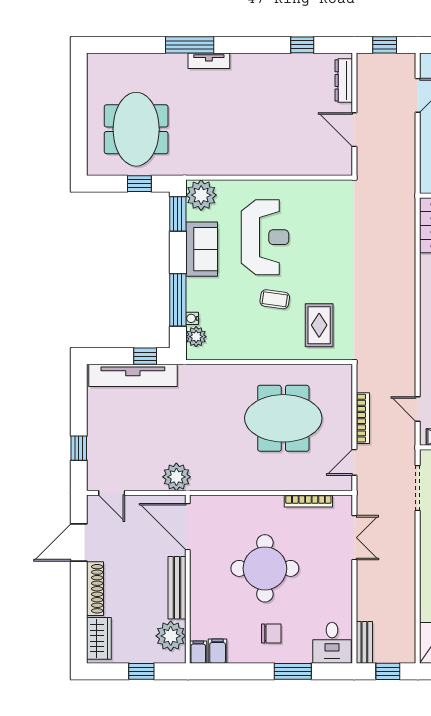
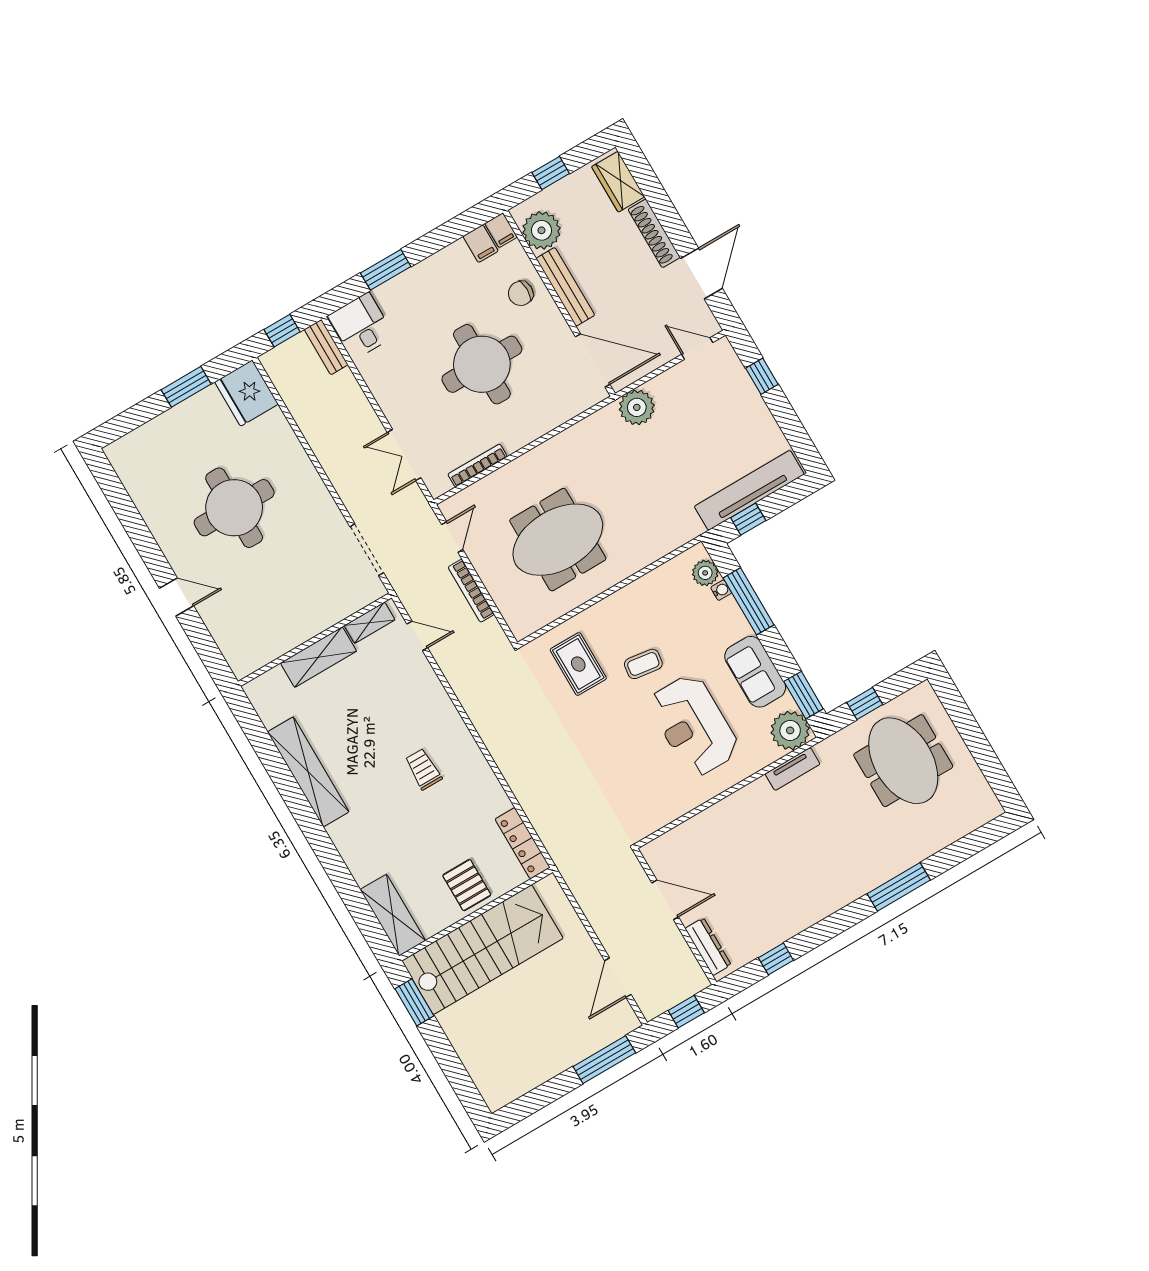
tv unit: (209, 61) -> (793, 769), moved, turned 180
chair: (271, 634) -> (521, 293), moved

